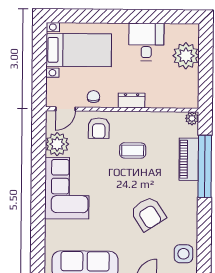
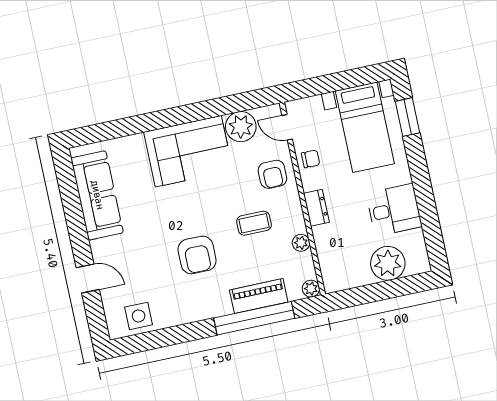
window: (78, 16) -> (408, 117), added
plant: (156, 118) -> (301, 243), added
armchair: (99, 128) -> (272, 174), turned -90
coffee table: (133, 150) -> (254, 223), turned 90
armchair: (148, 214) -> (197, 255), moved, turned -57

